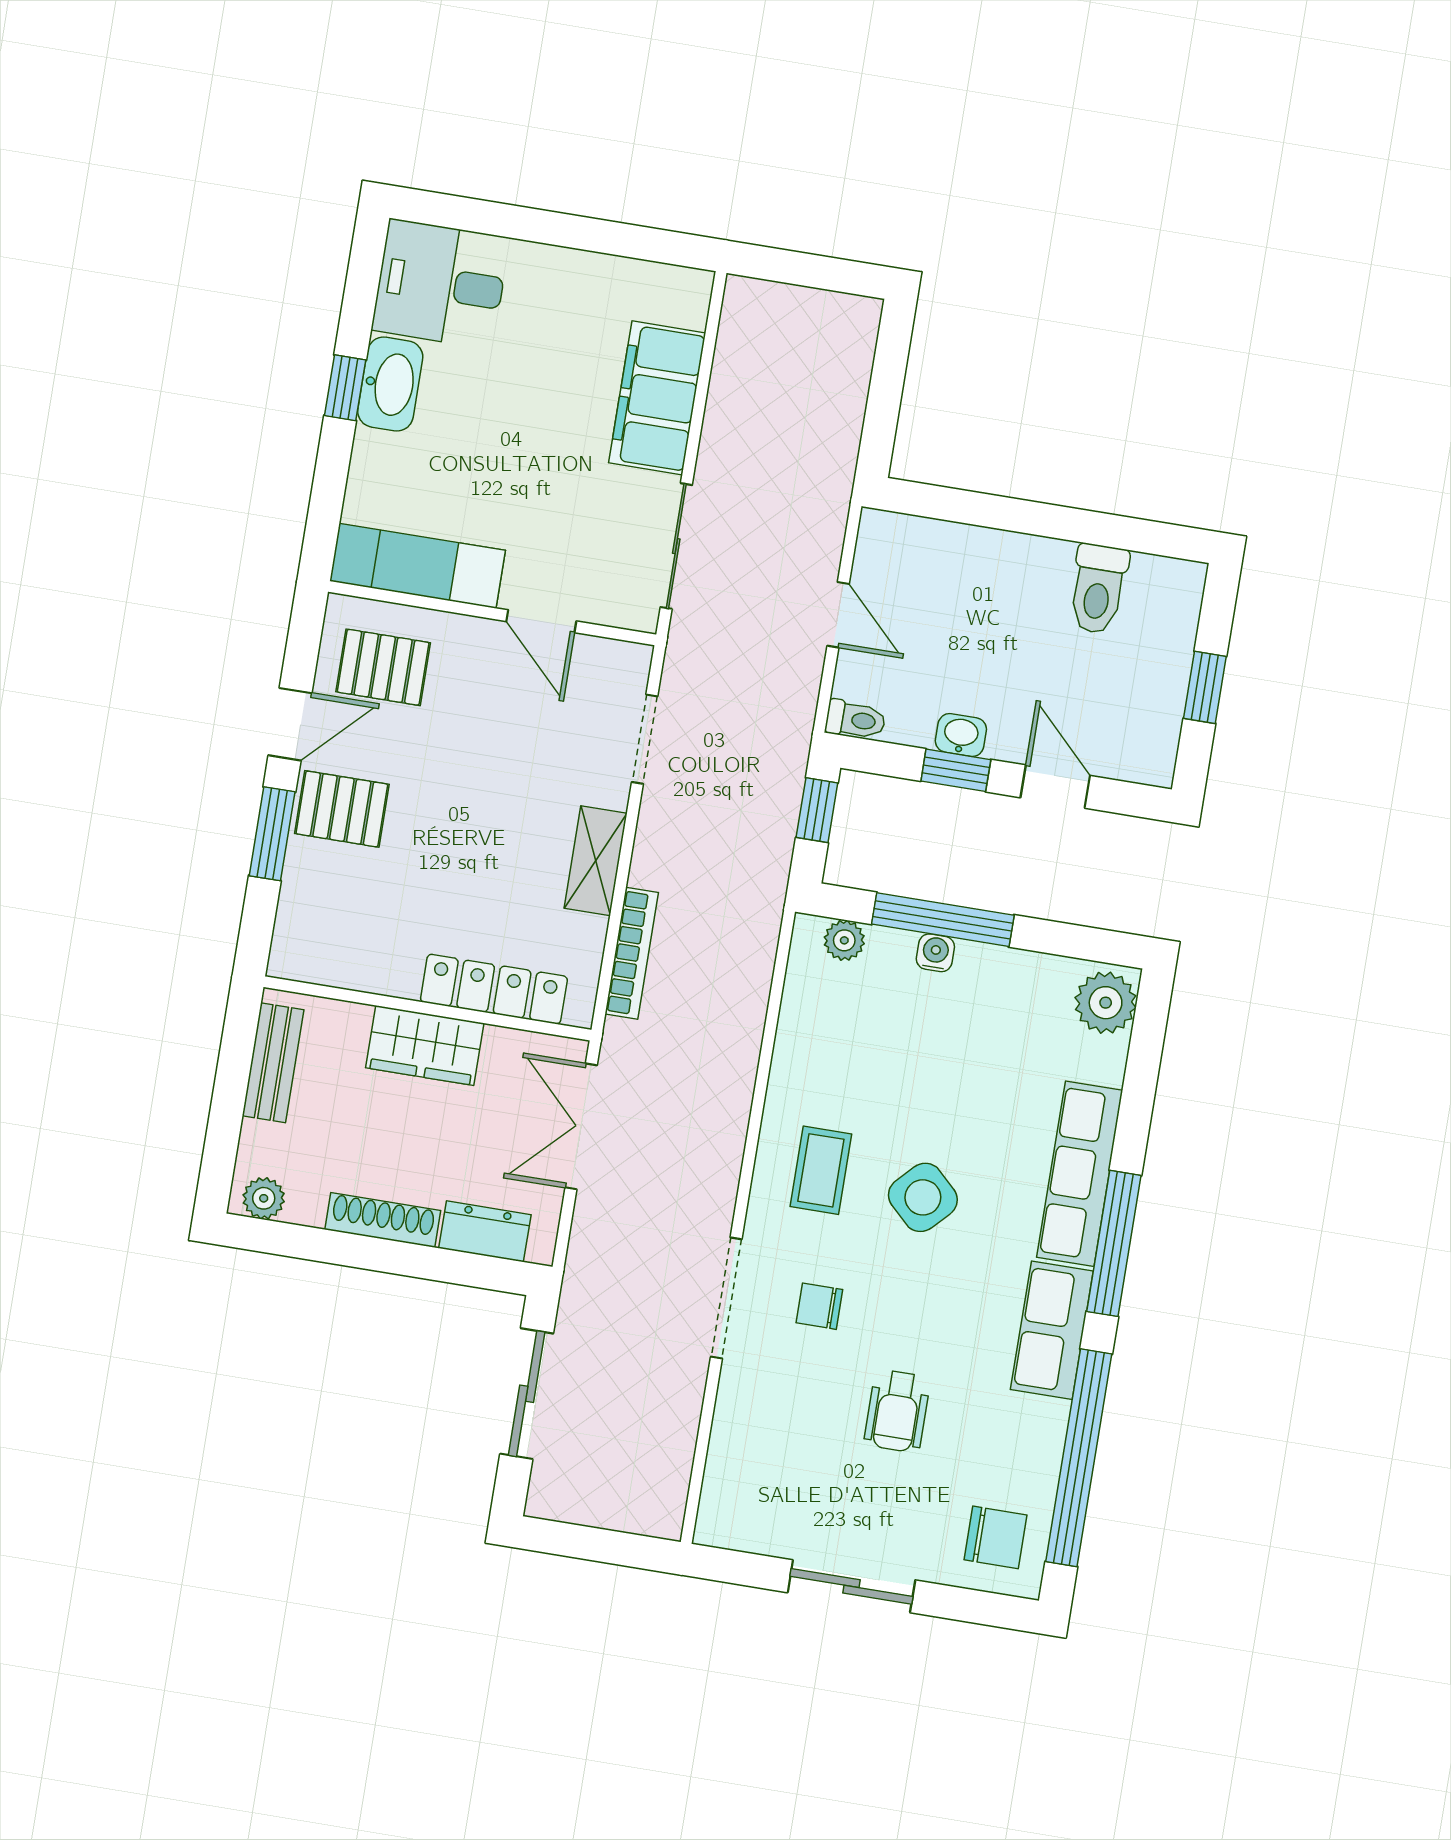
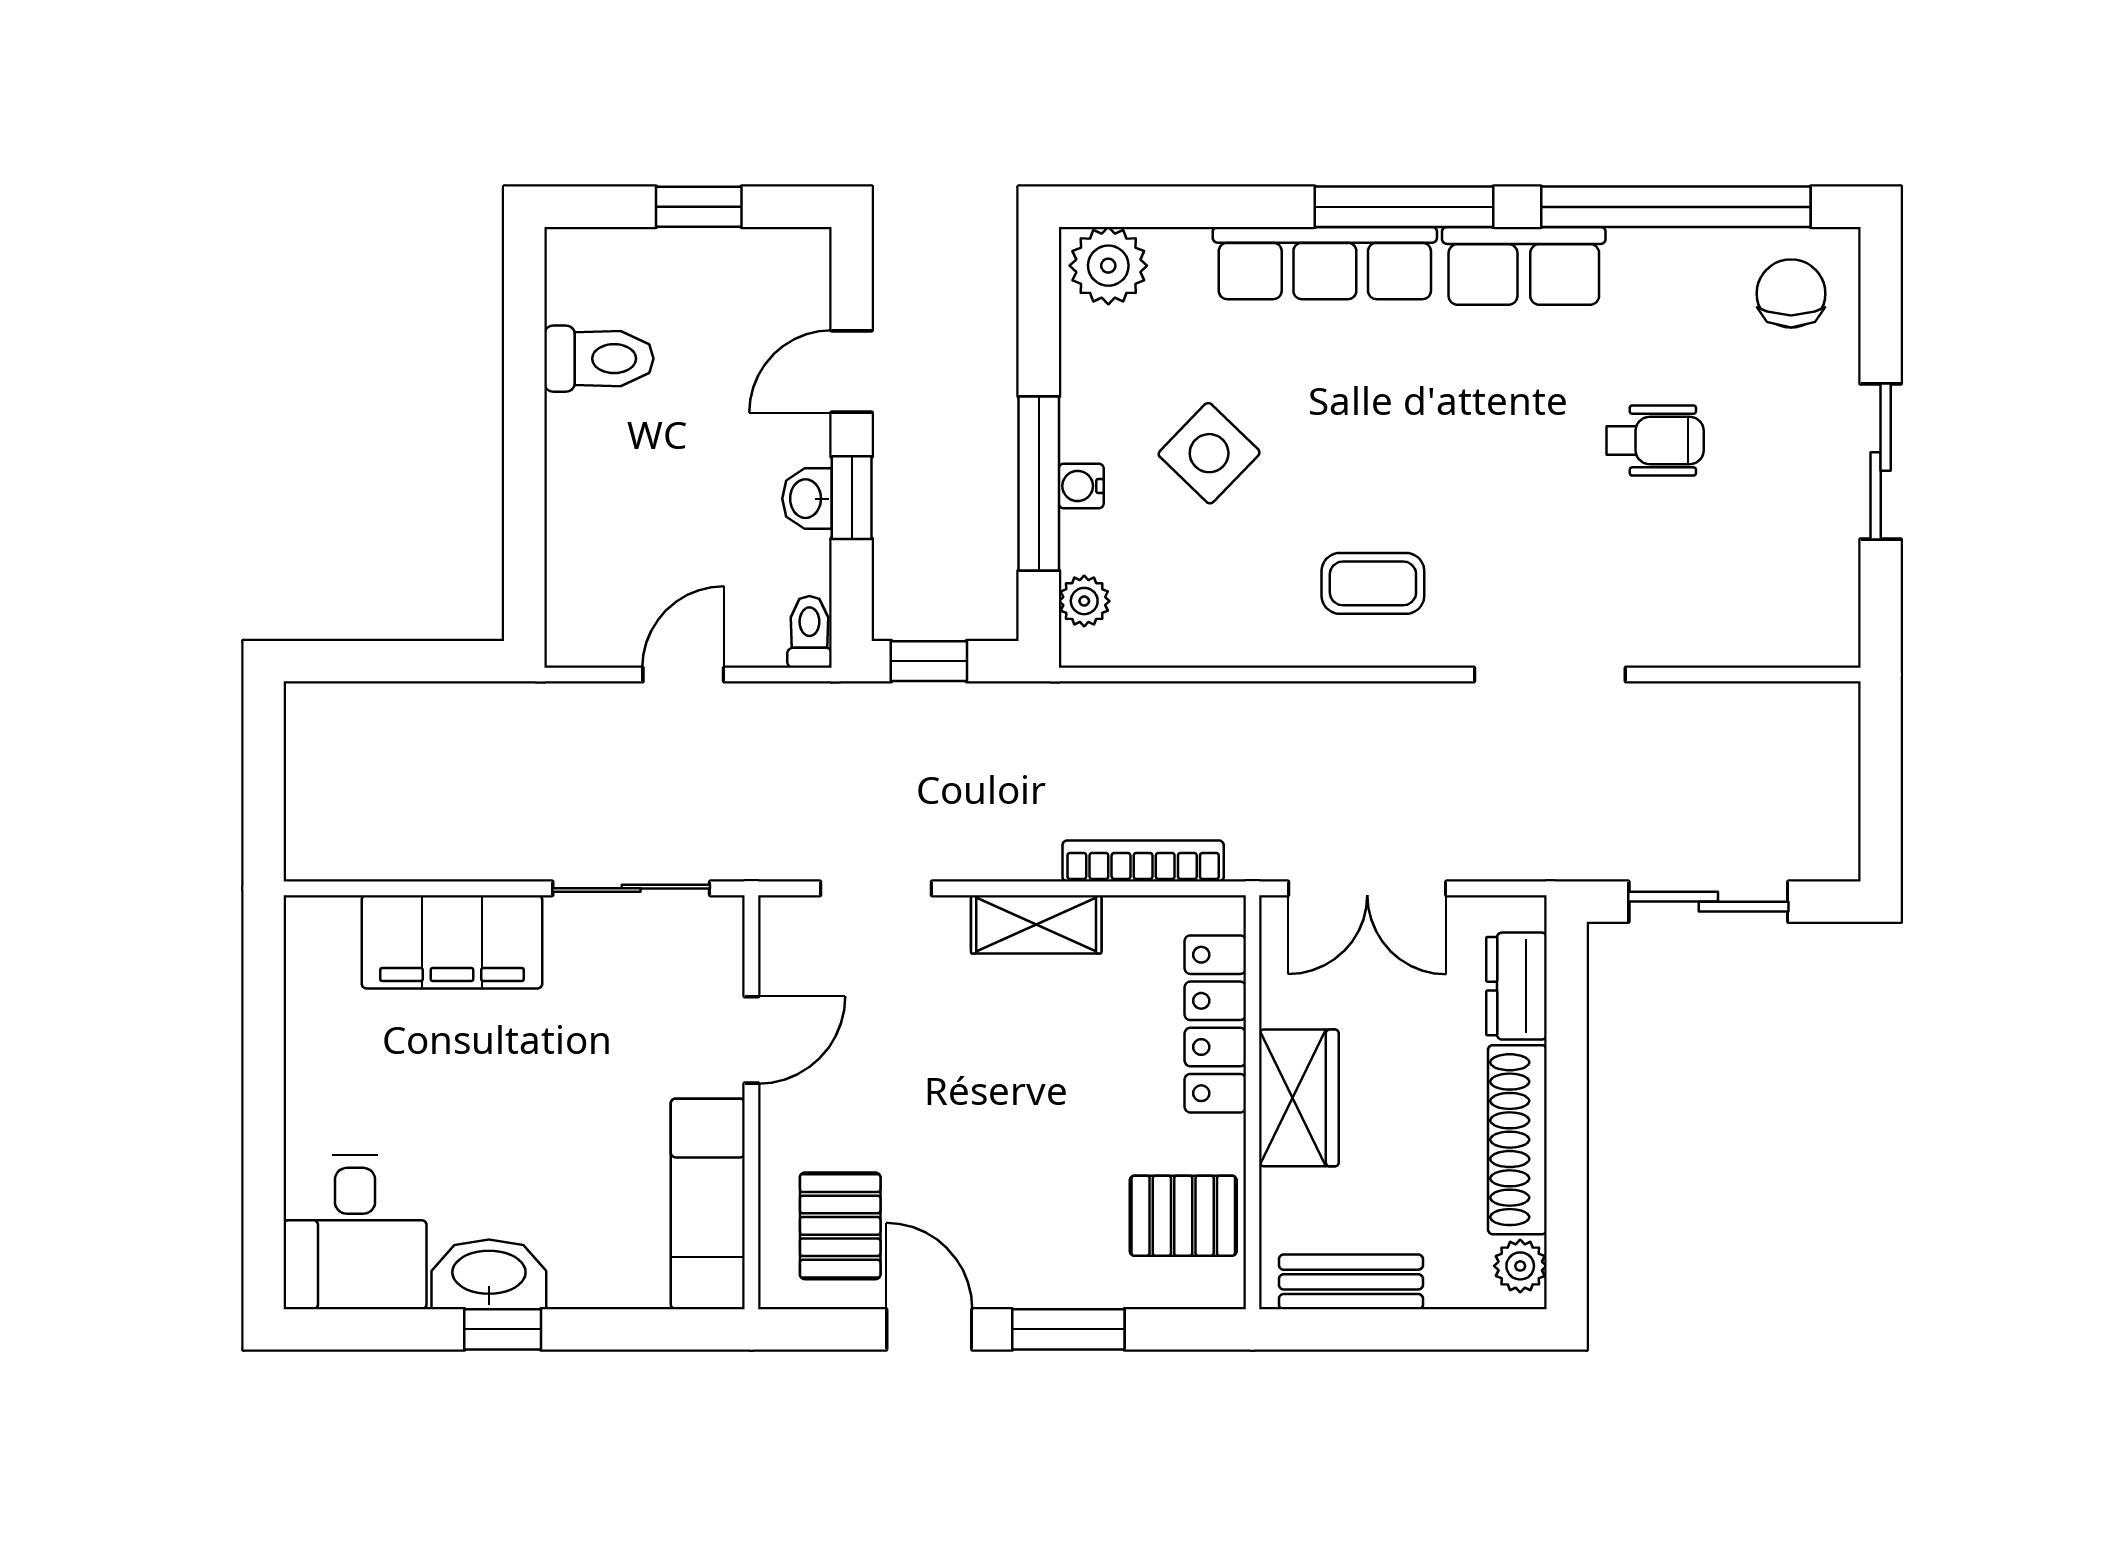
pallet: (342, 809) -> (1183, 1216), moved, turned 90
side table: (923, 1197) -> (1209, 453), moved
shoe rack: (383, 1220) -> (1517, 1140), width x1.36, depth x1.24
chair: (819, 1306) -> (1541, 558), removed

